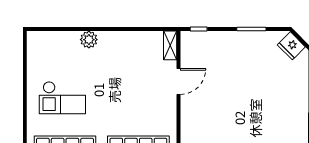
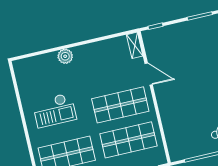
door: (178, 81) -> (149, 74), hinge flipped
shop shelf: (138, 109) -> (120, 105), added

